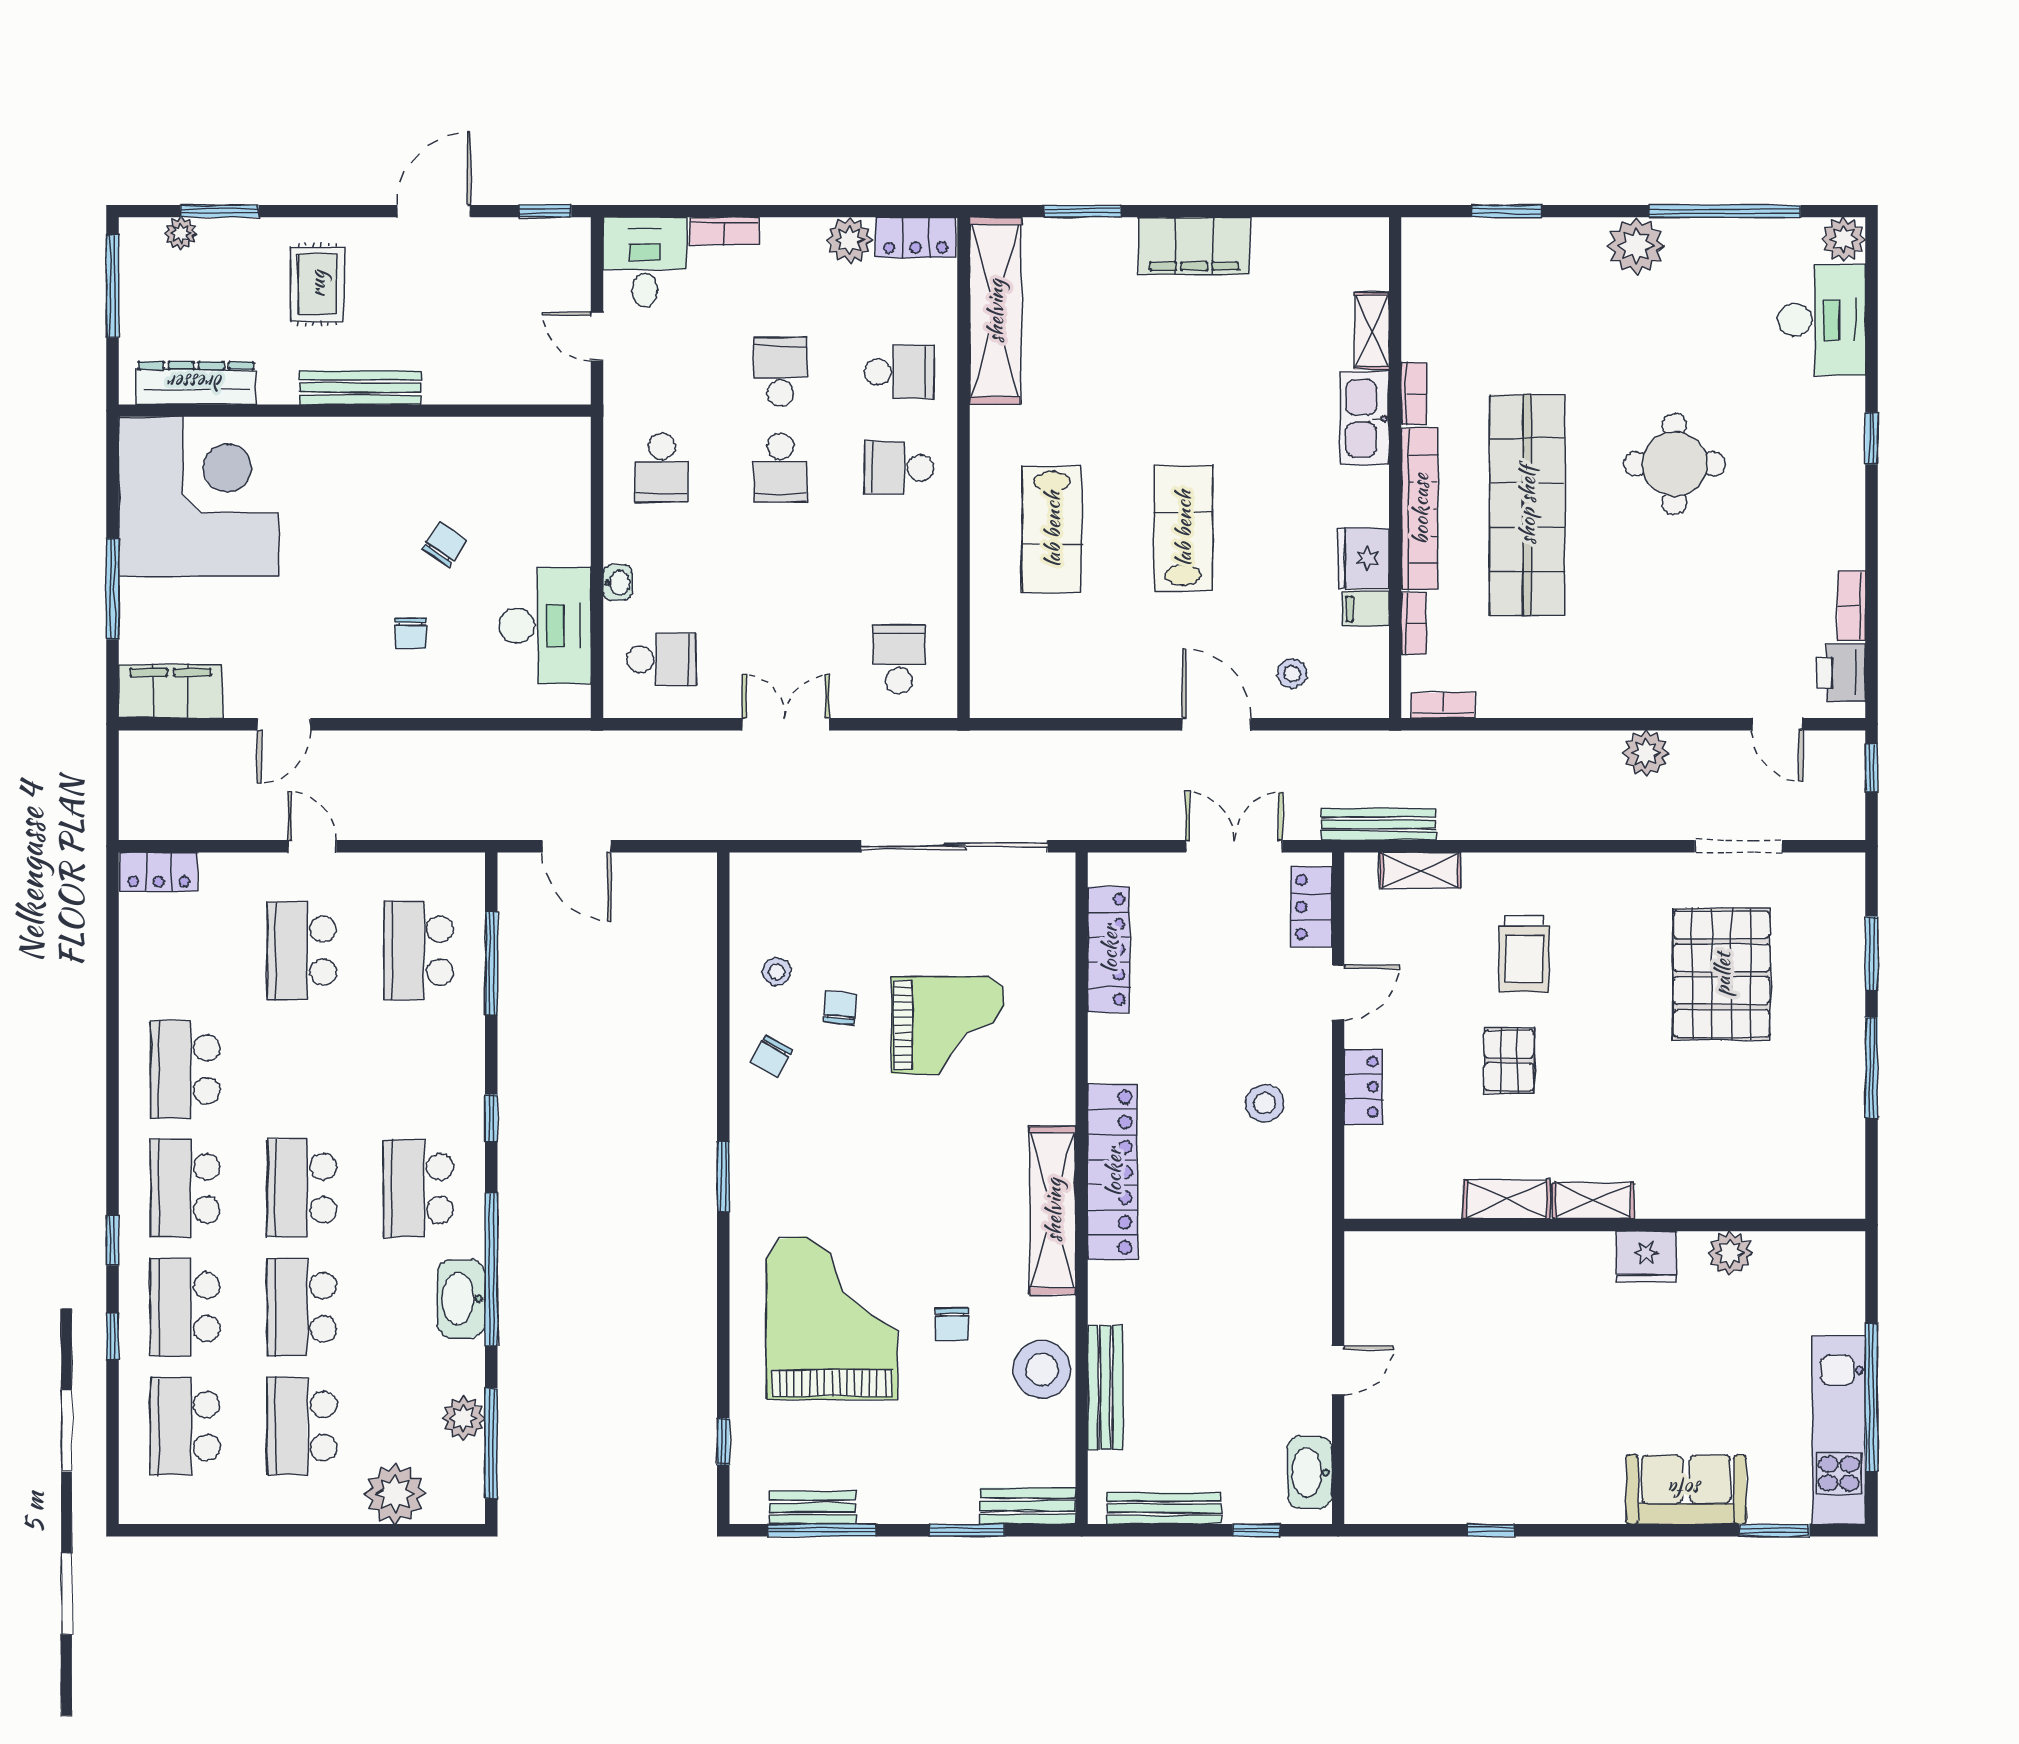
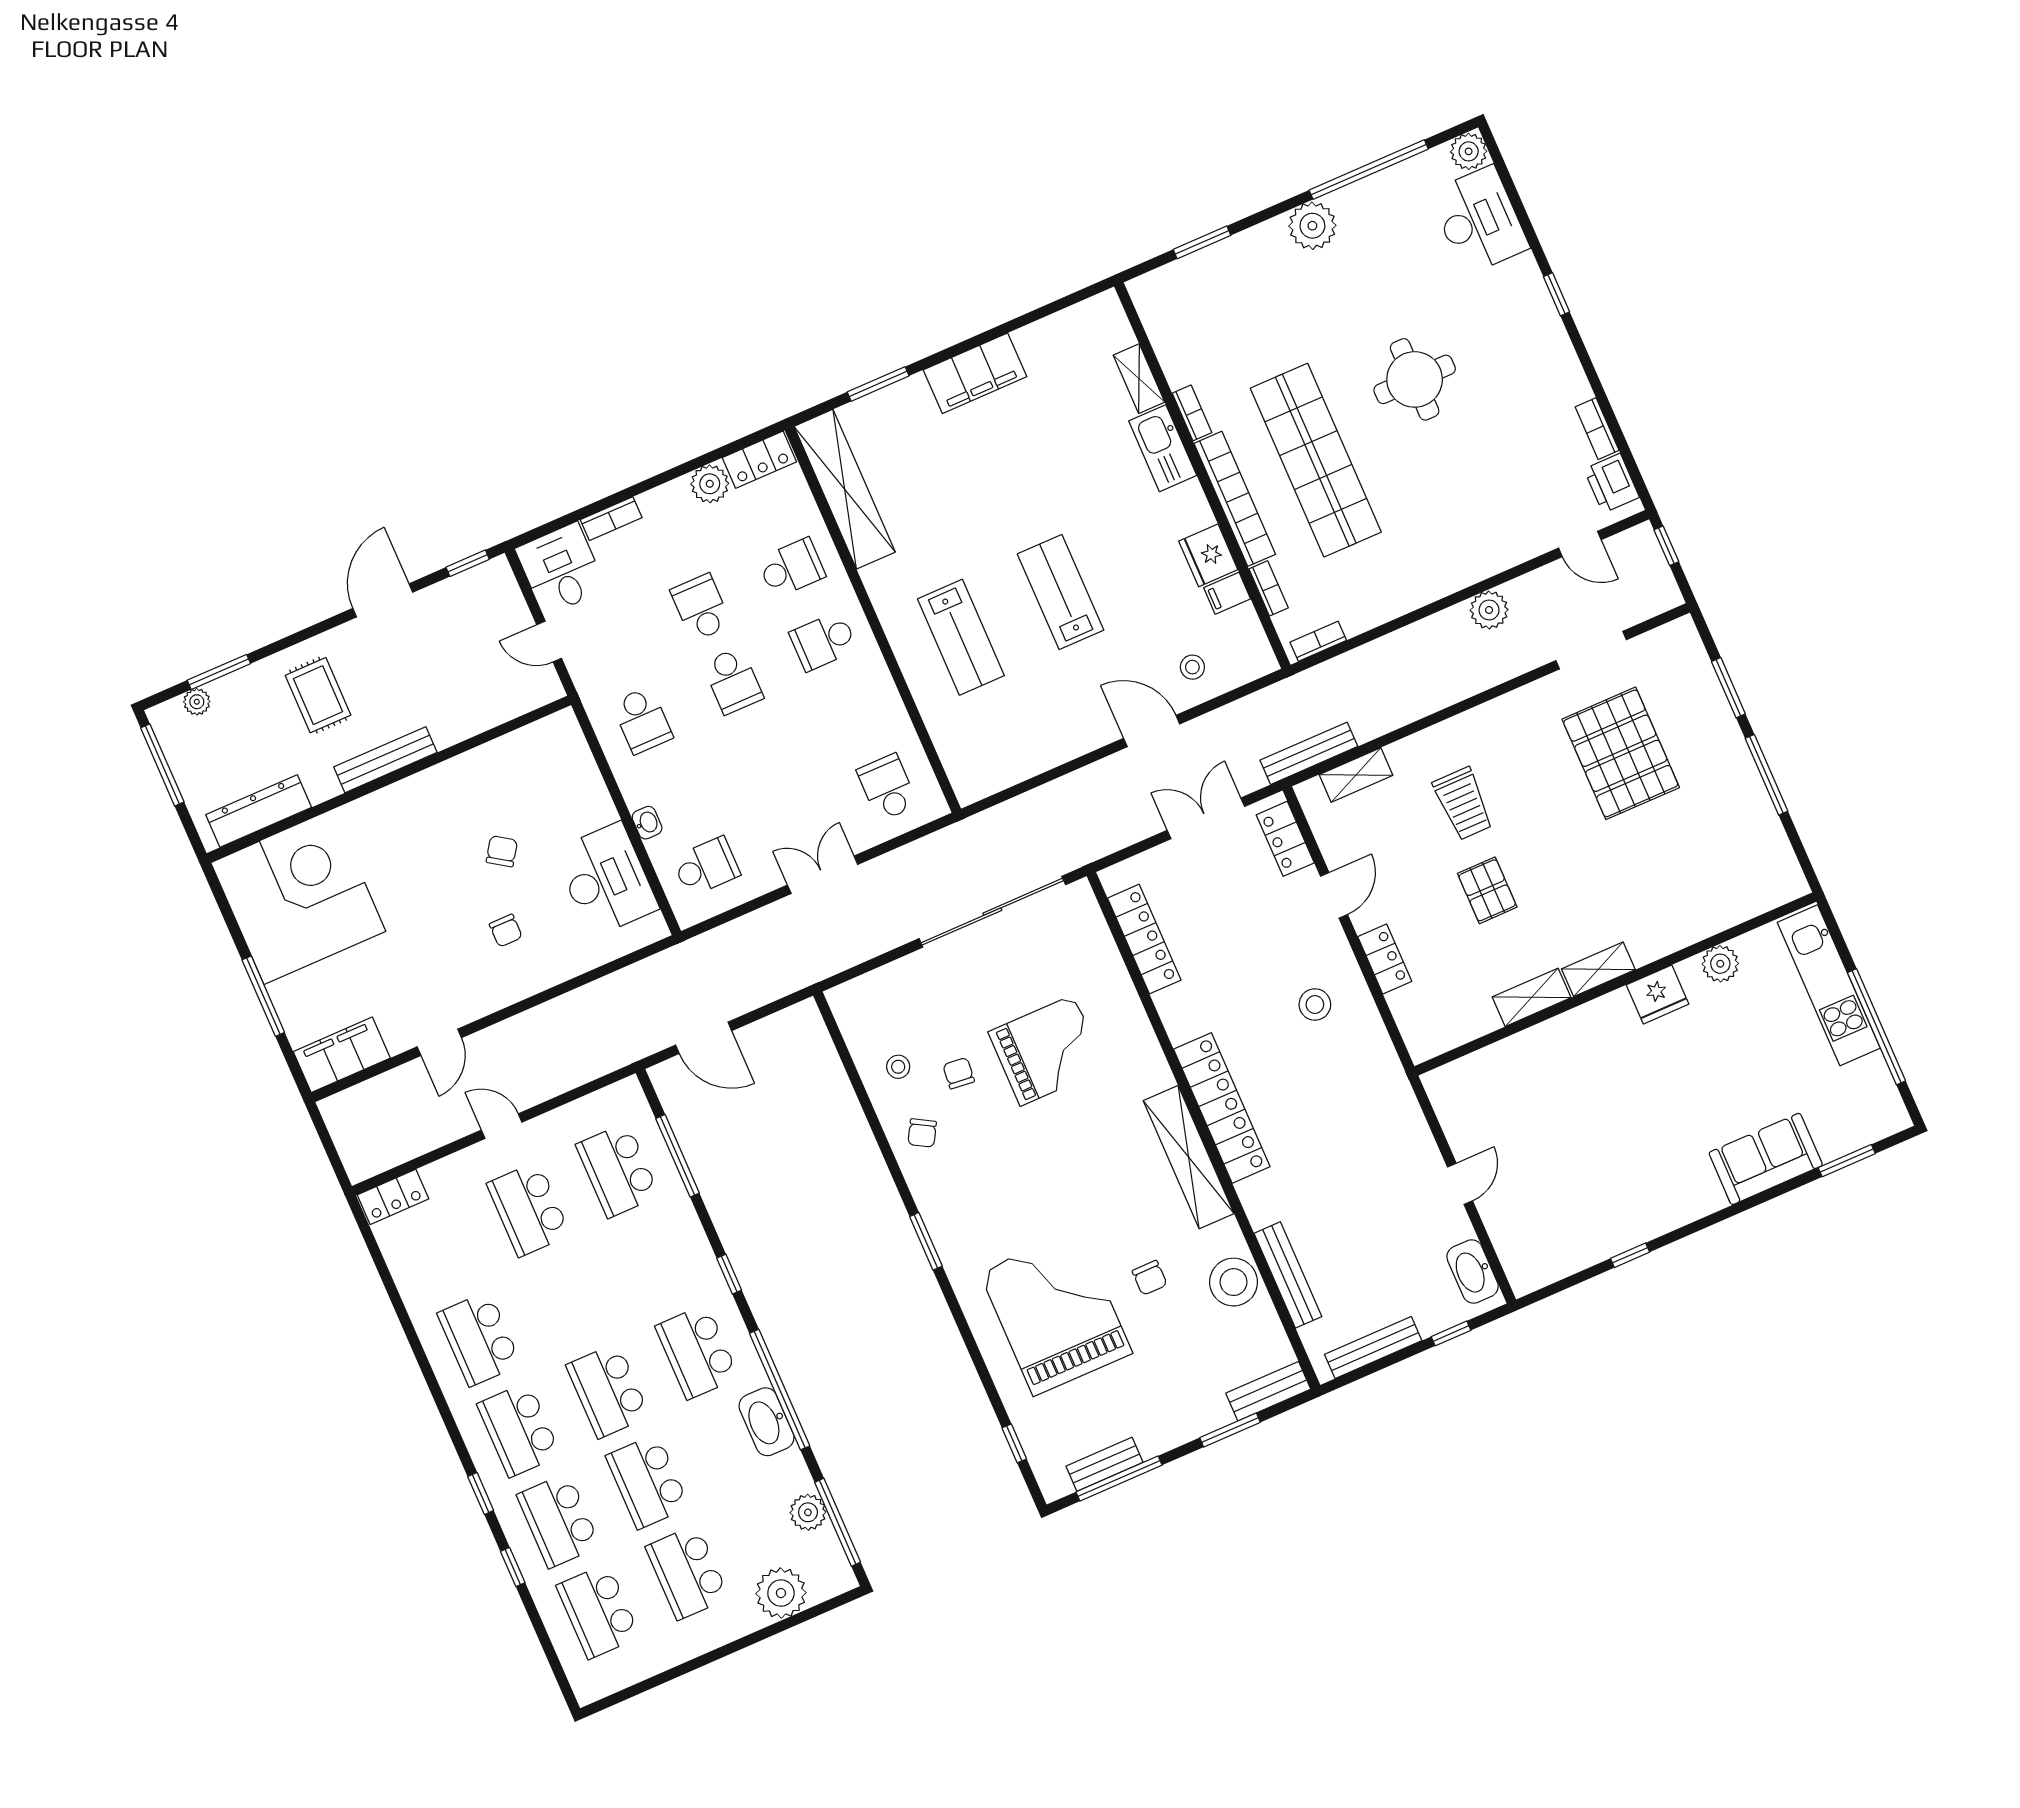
kitchen unit: (1839, 1430) -> (1829, 985), moved

